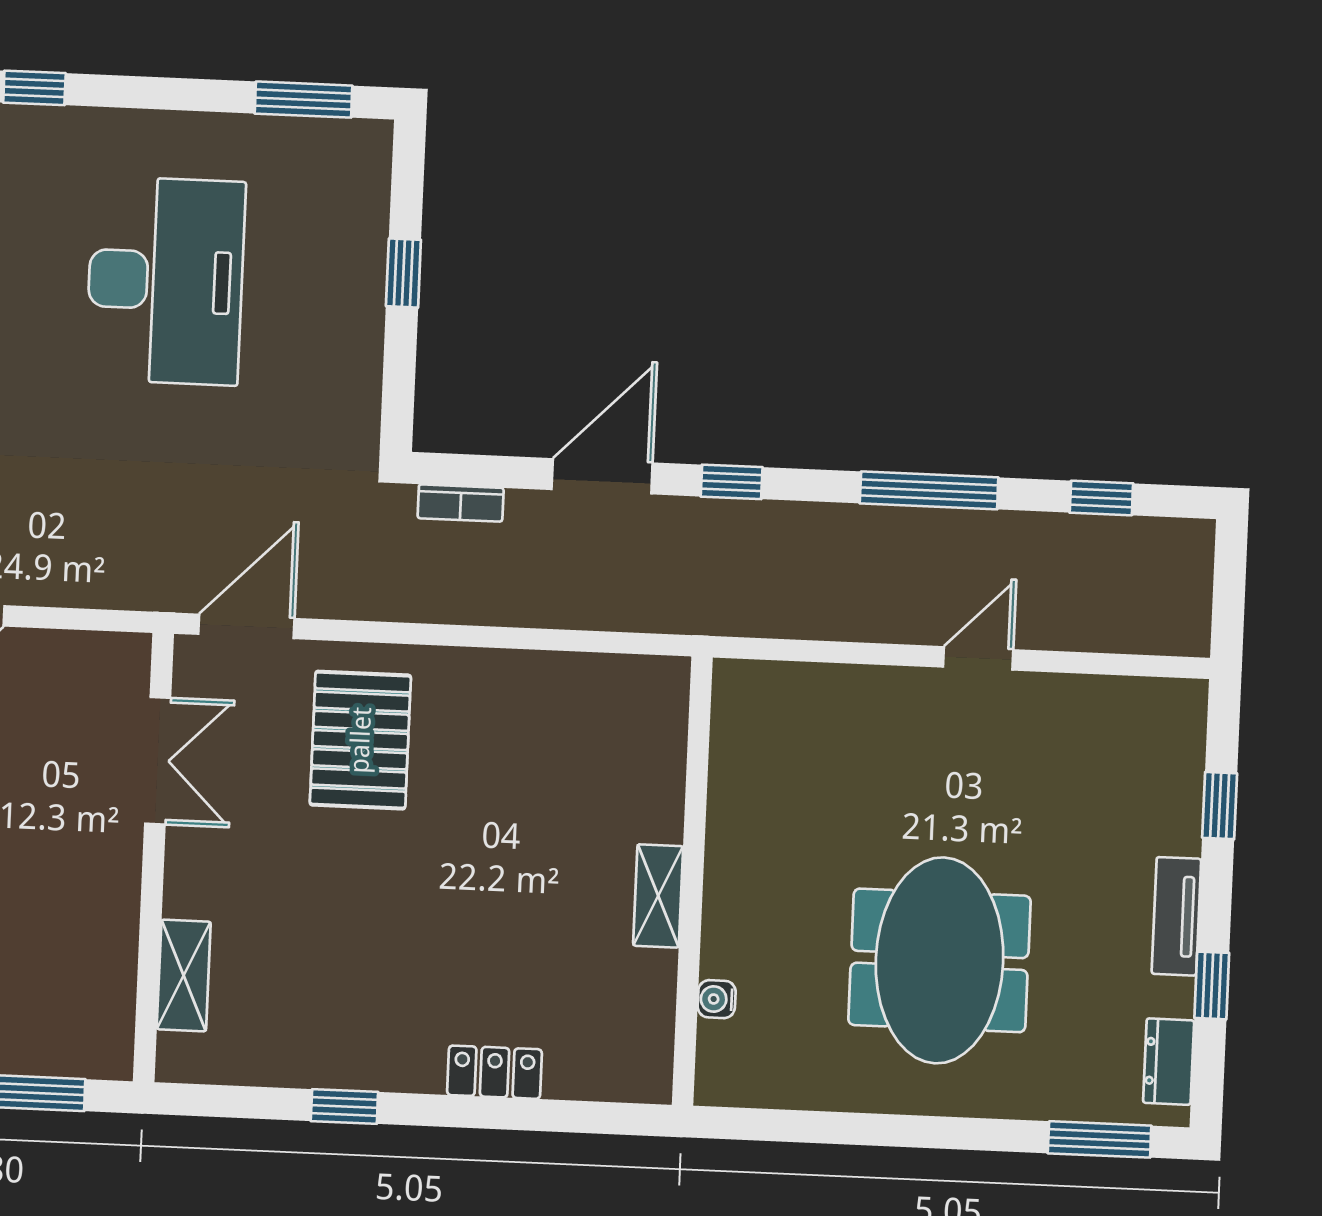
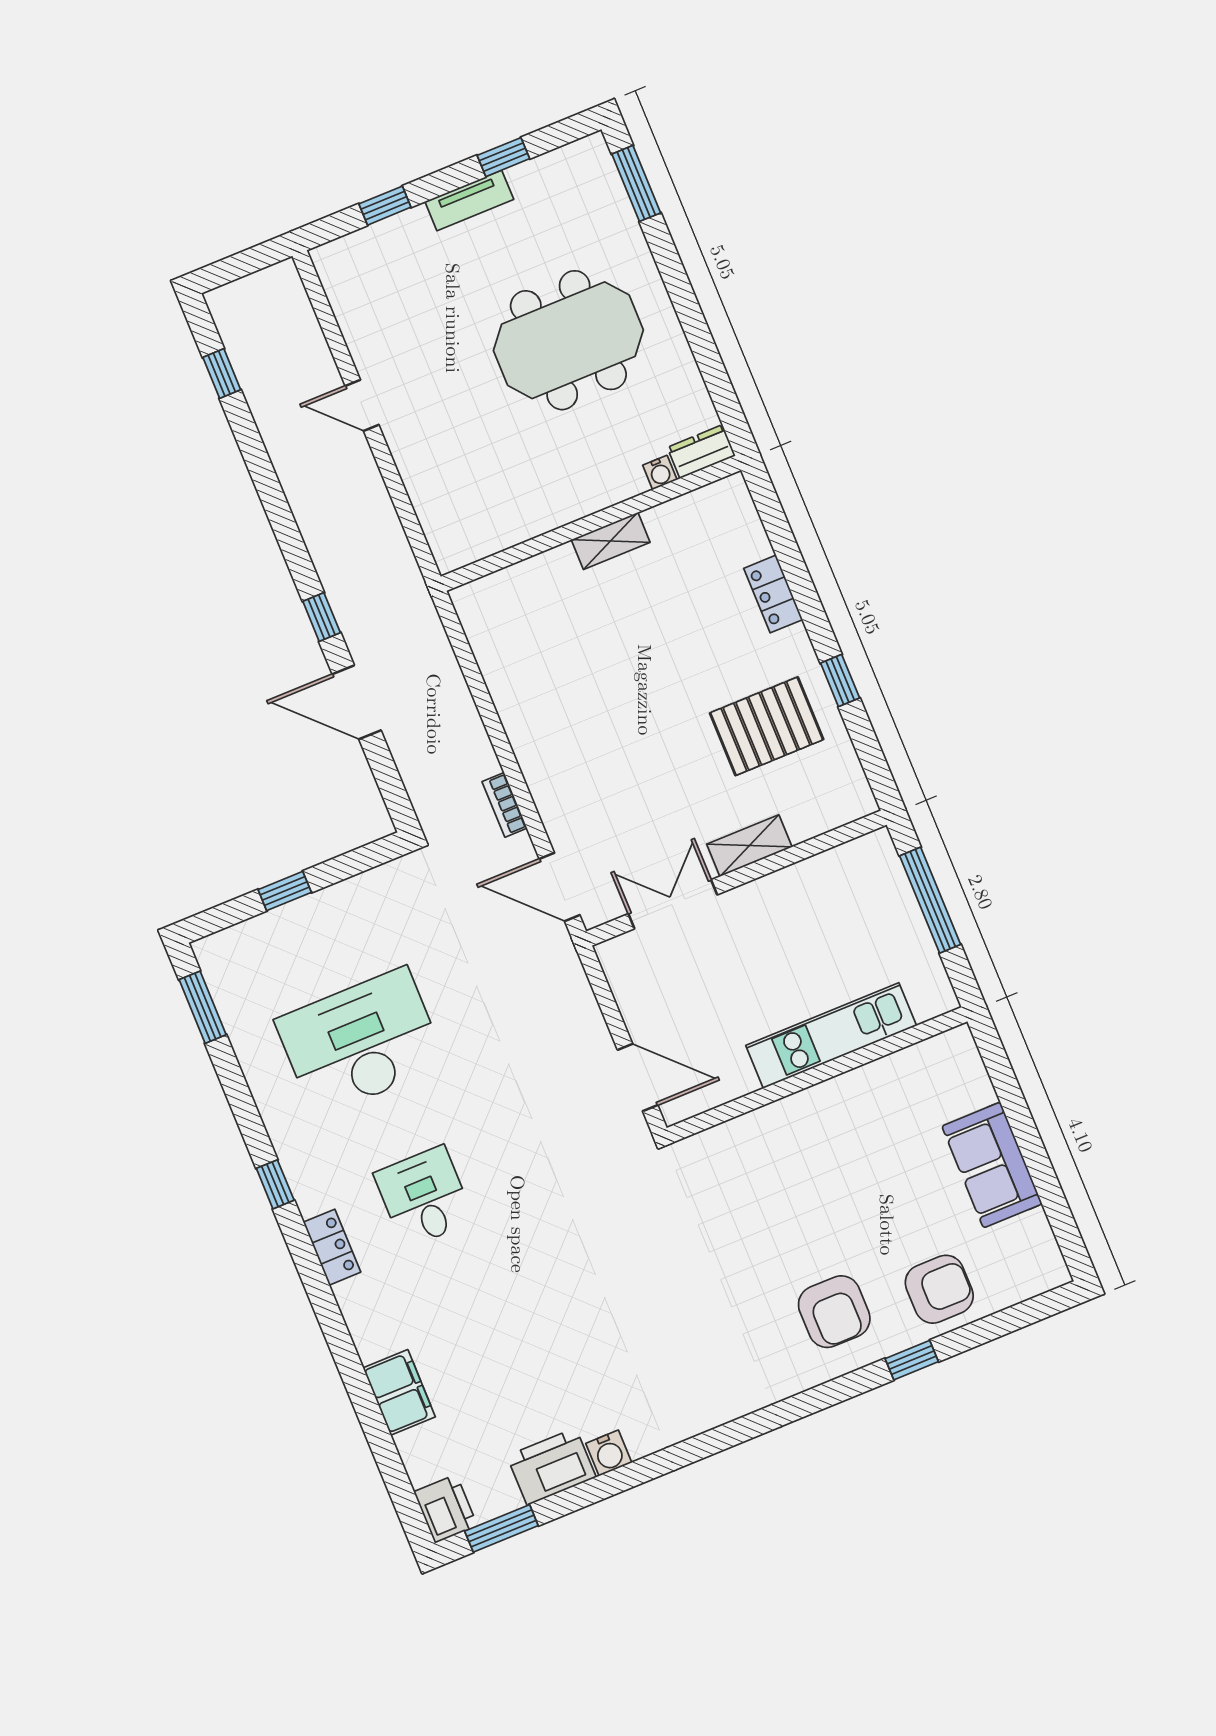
window: (929, 490) -> (268, 487), removed
bookcase: (461, 503) -> (505, 805), moved, turned 180
pallet: (360, 740) -> (767, 726), moved
shelving: (184, 975) -> (749, 846), moved
dresser: (1169, 1062) -> (701, 452), moved, turned 180

